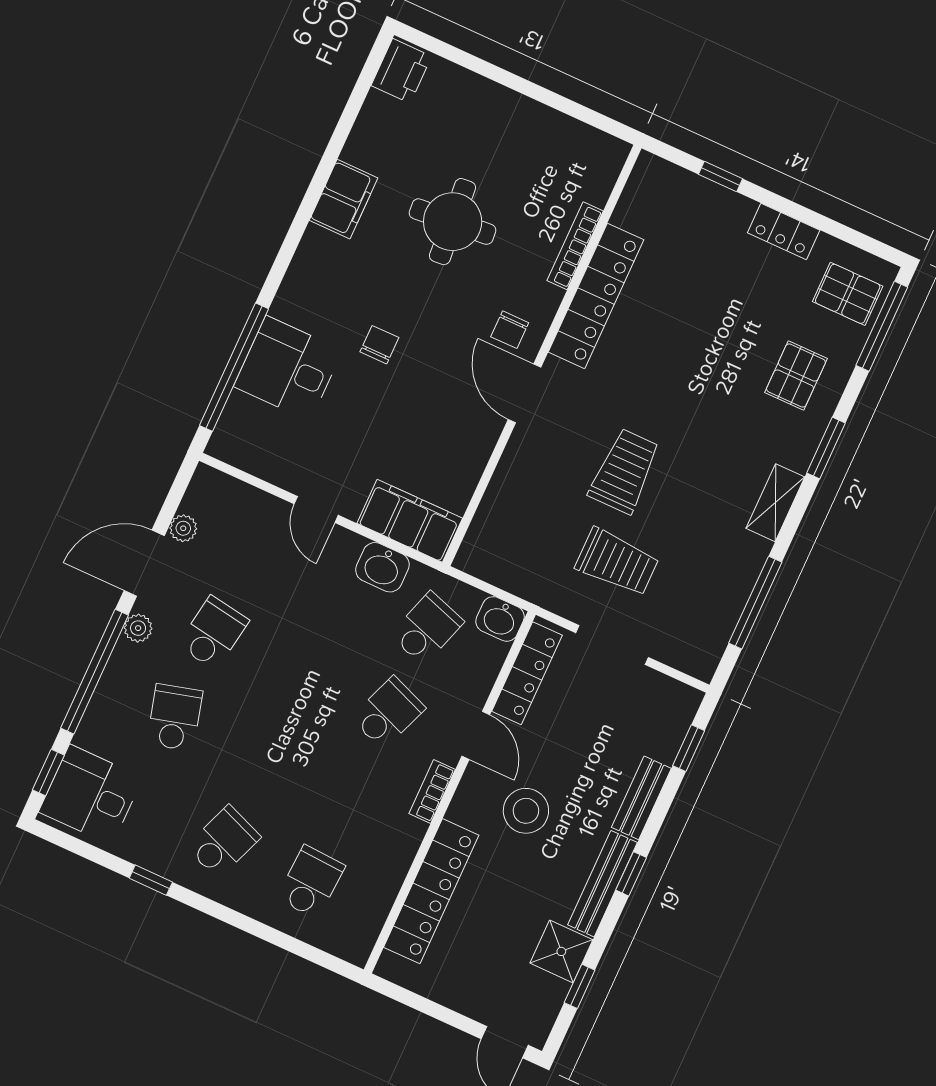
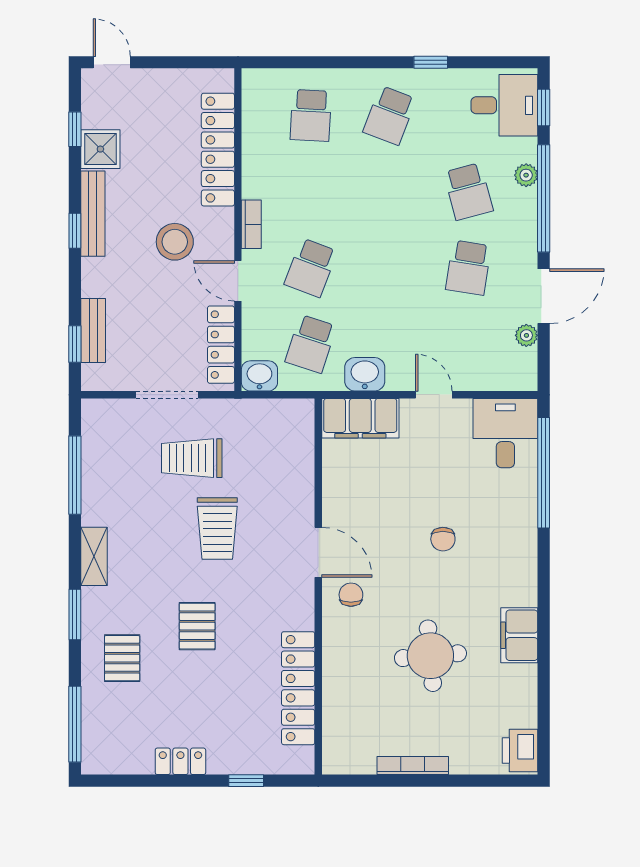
bookcase: (575, 246) -> (413, 766), moved, turned -90
pallet: (848, 294) -> (197, 626), moved, turned 90
locker: (596, 296) -> (298, 688), moved
desk: (288, 368) -> (505, 433), moved, turned -90
plant: (138, 628) -> (526, 175), moved
bench: (641, 798) -> (93, 330), moved

